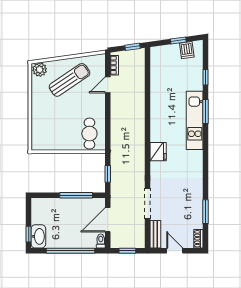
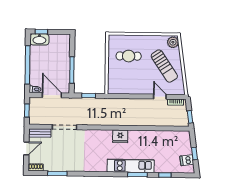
cafe table: (89, 134) -> (129, 56), moved
fridge: (158, 152) -> (120, 136), moved

